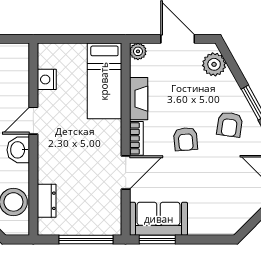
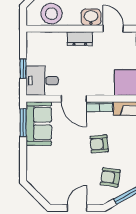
dresser: (47, 201) -> (80, 39), moved
desk: (102, 214) -> (42, 81), added
window: (86, 240) -> (23, 69), width x0.46

